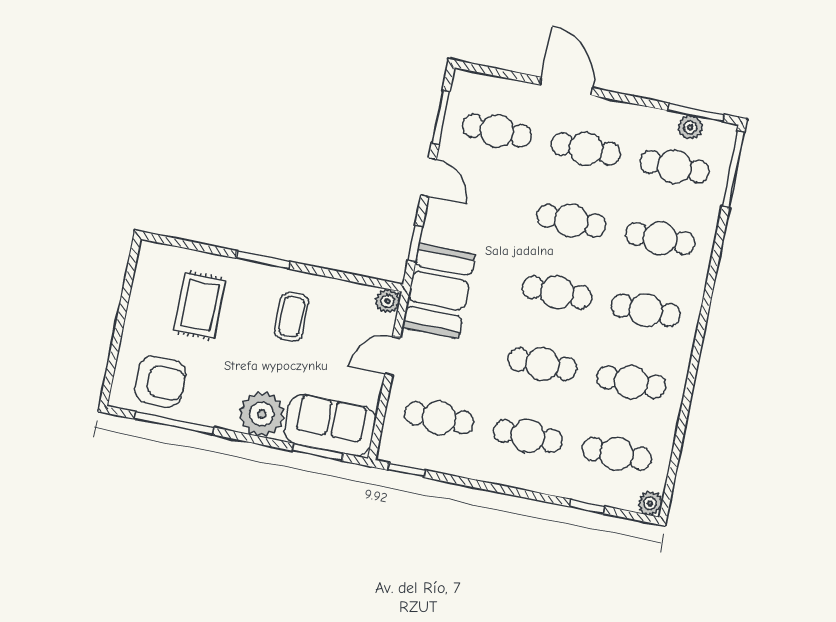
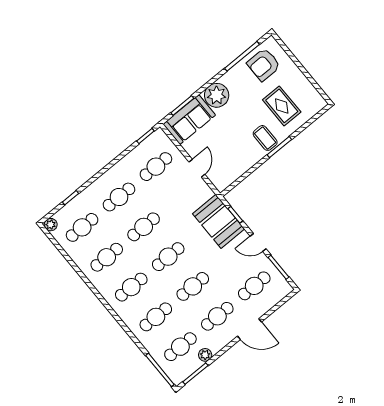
plant: (690, 127) -> (205, 355), moved
booth: (439, 291) -> (219, 221), moved
plant: (388, 301) -> (221, 184), removed
coffee table: (292, 317) -> (265, 138), moved

